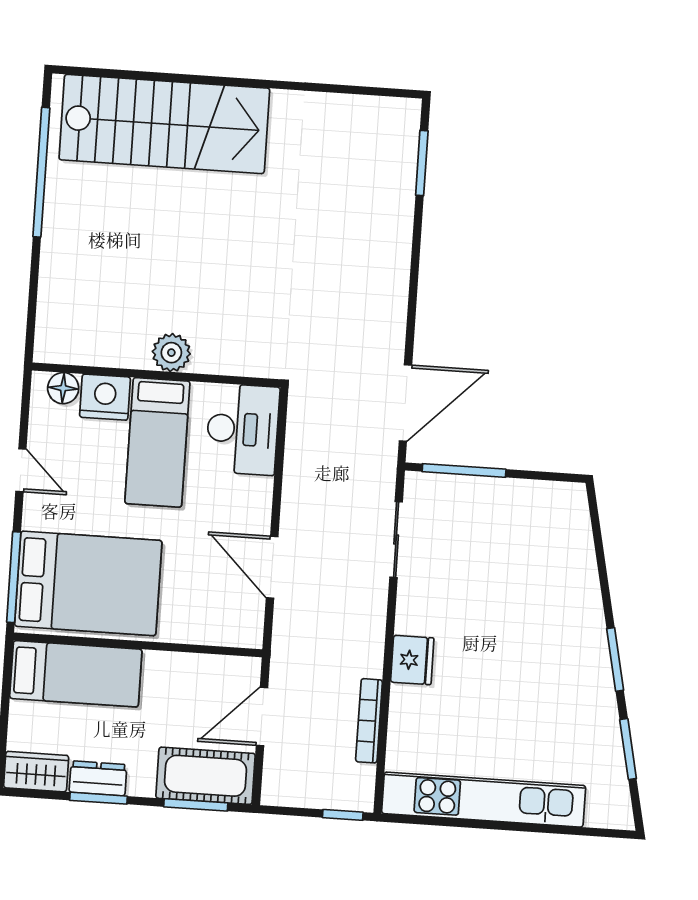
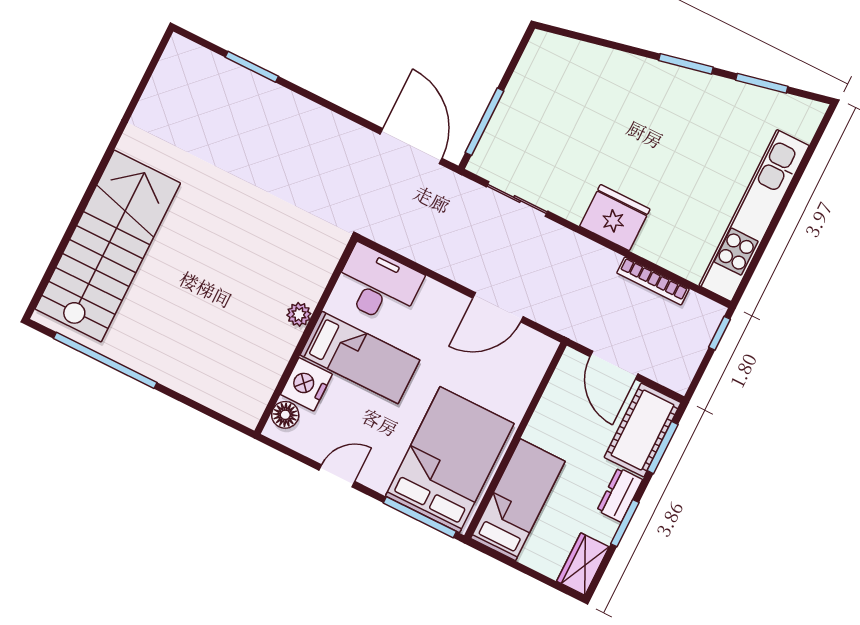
window: (422, 163) -> (252, 67), moved
plant: (171, 353) -> (299, 314), width x0.73, depth x0.73
fridge: (412, 660) -> (615, 218), width x1.36, depth x1.34
dresser: (98, 778) -> (620, 495), moved

